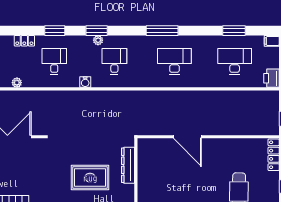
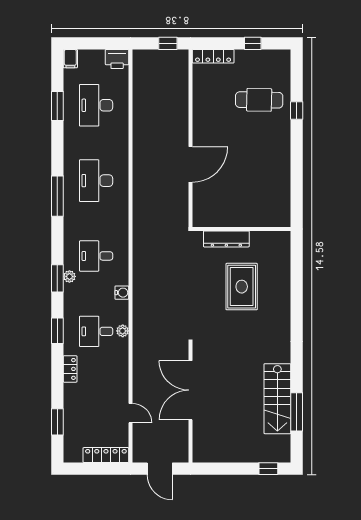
plant: (17, 83) -> (123, 331), moved

